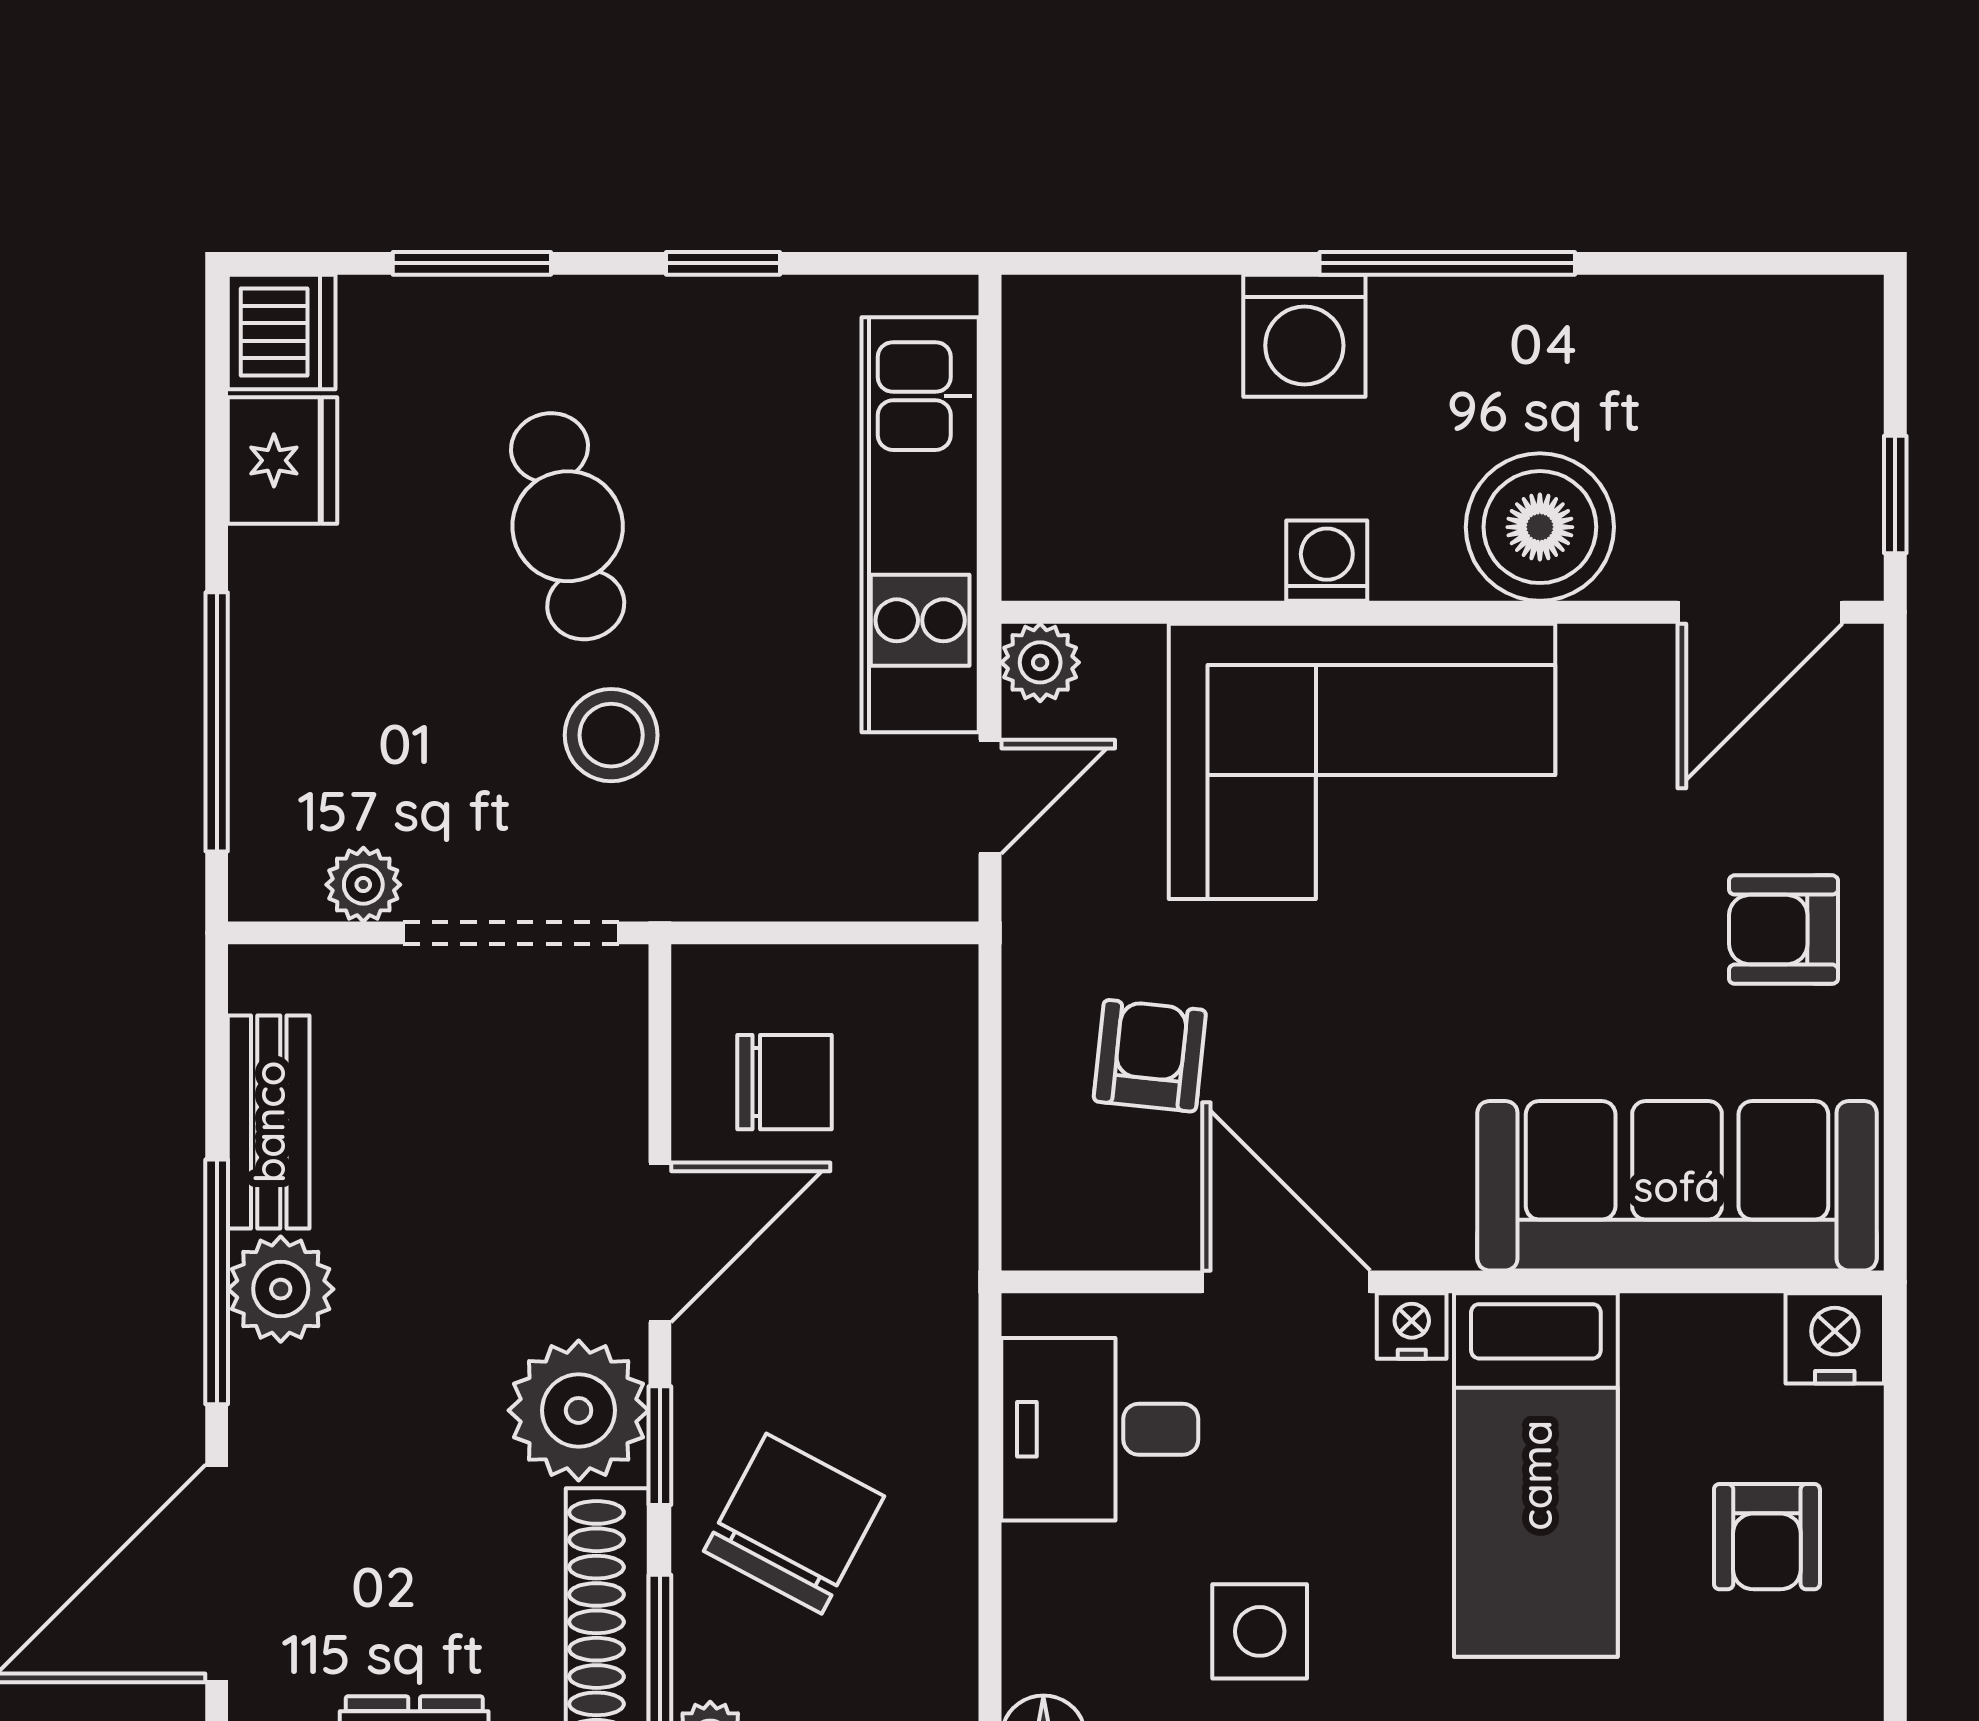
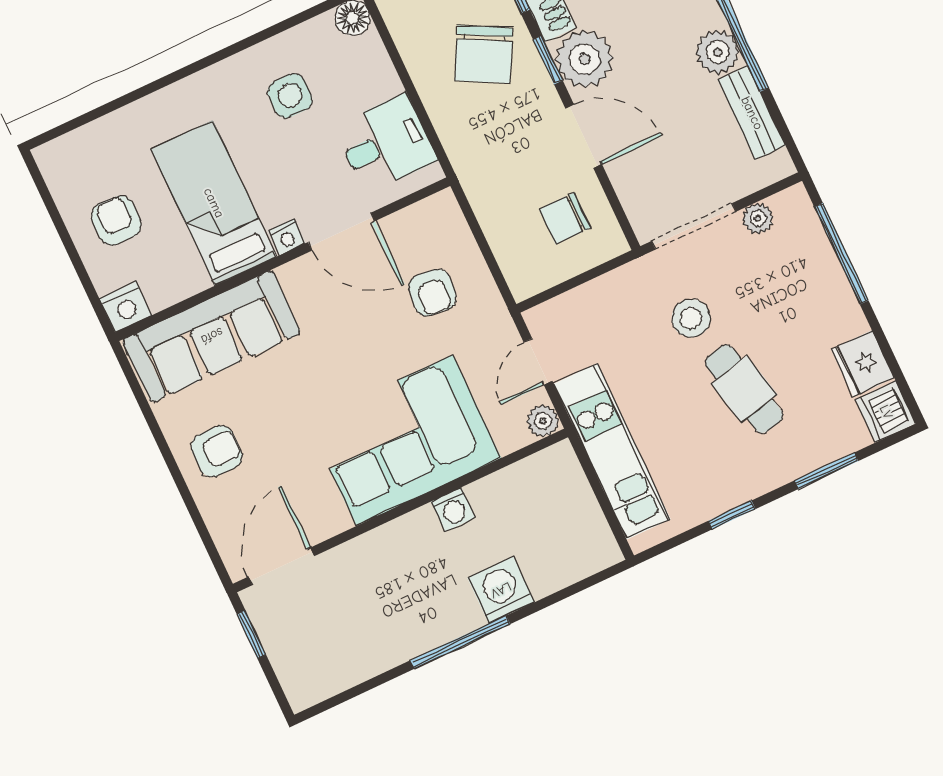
boiler: (1540, 527) -> (379, 560), removed
door: (660, 1242) -> (584, 136), swing flipped

